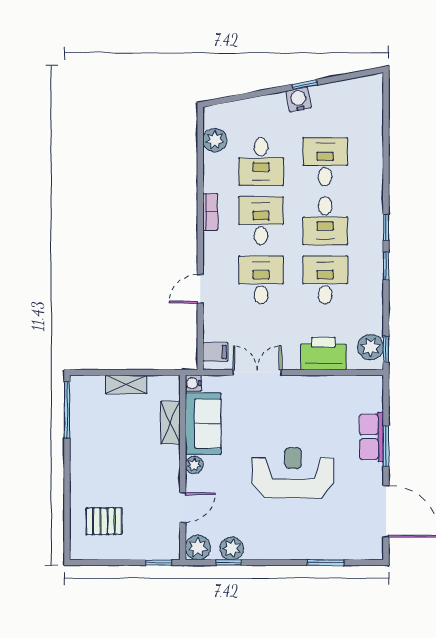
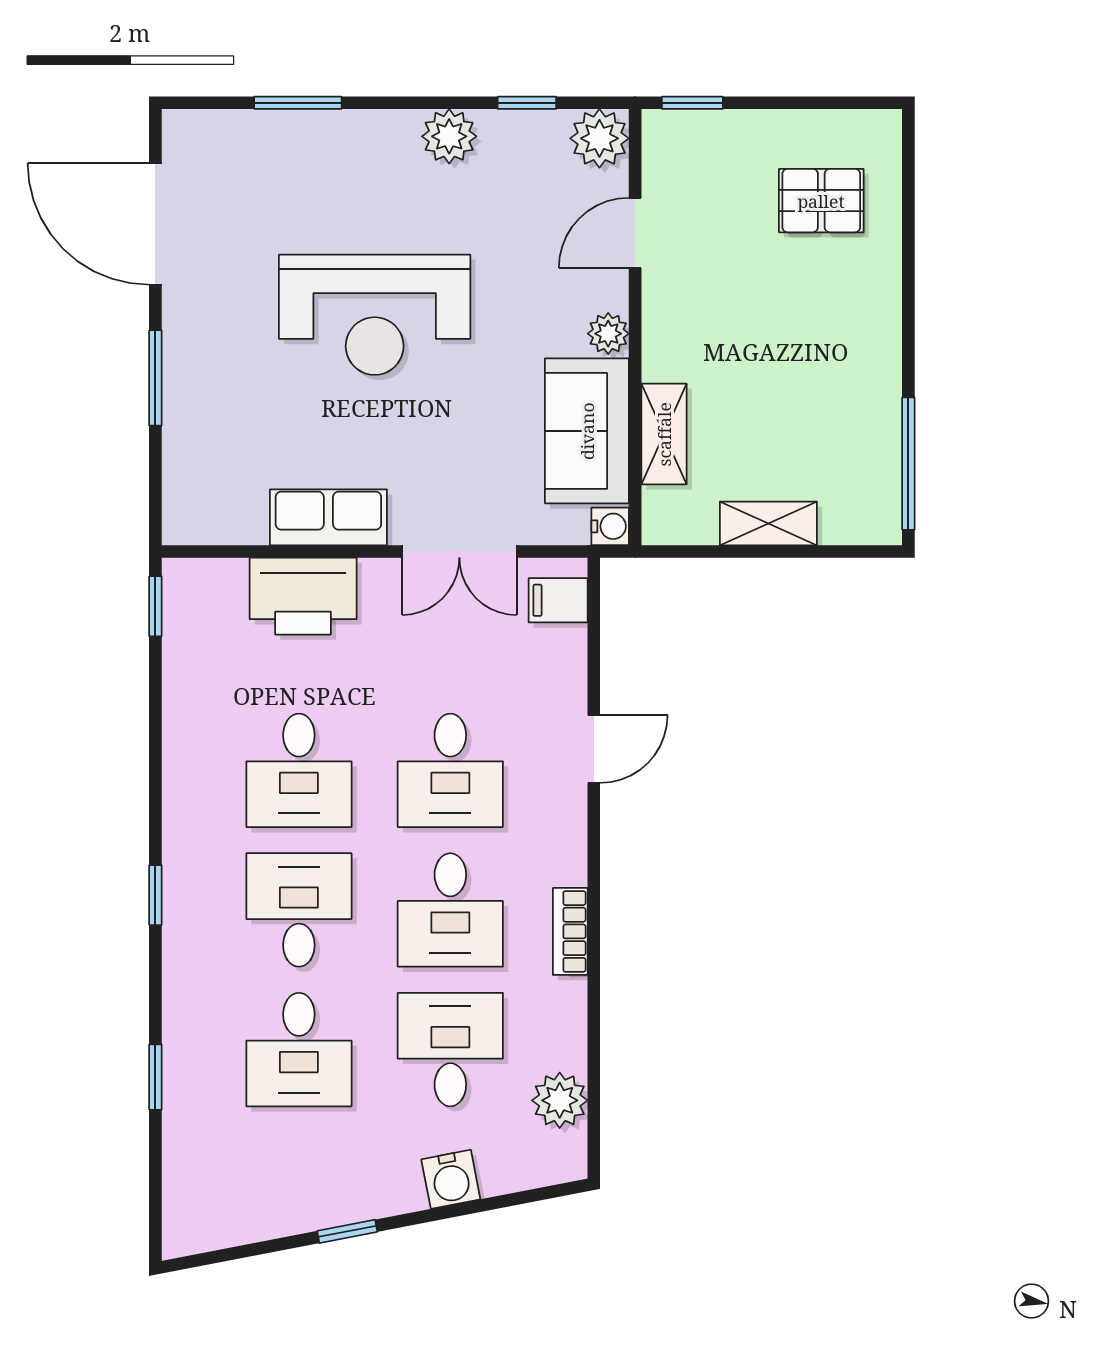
water cooler: (299, 99) -> (451, 1179), moved
window: (386, 266) -> (155, 1077), moved
plant: (370, 347) -> (192, 612), removed
row of seats: (371, 437) -> (328, 517), moved, turned -90
plant: (232, 548) -> (449, 136), moved

